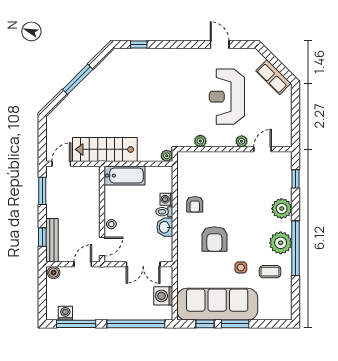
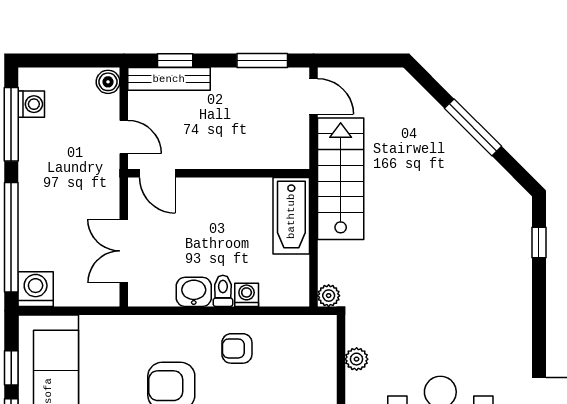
stool: (111, 224) -> (200, 191), removed
washing machine: (163, 296) -> (36, 289), moved

